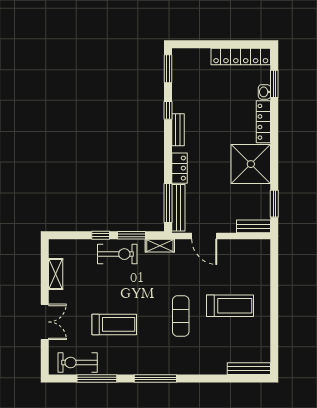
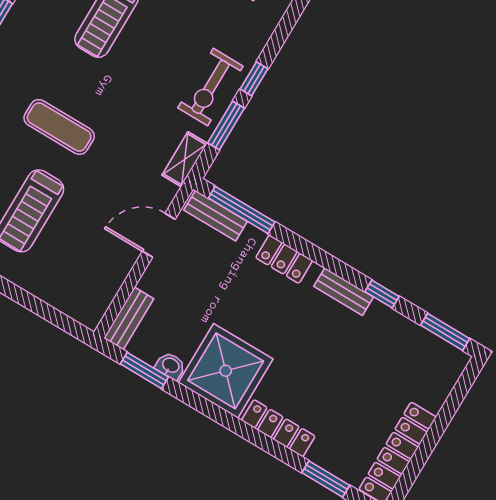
washbasin: (264, 92) -> (170, 366), moved
bench: (178, 208) -> (216, 216), width x0.73

